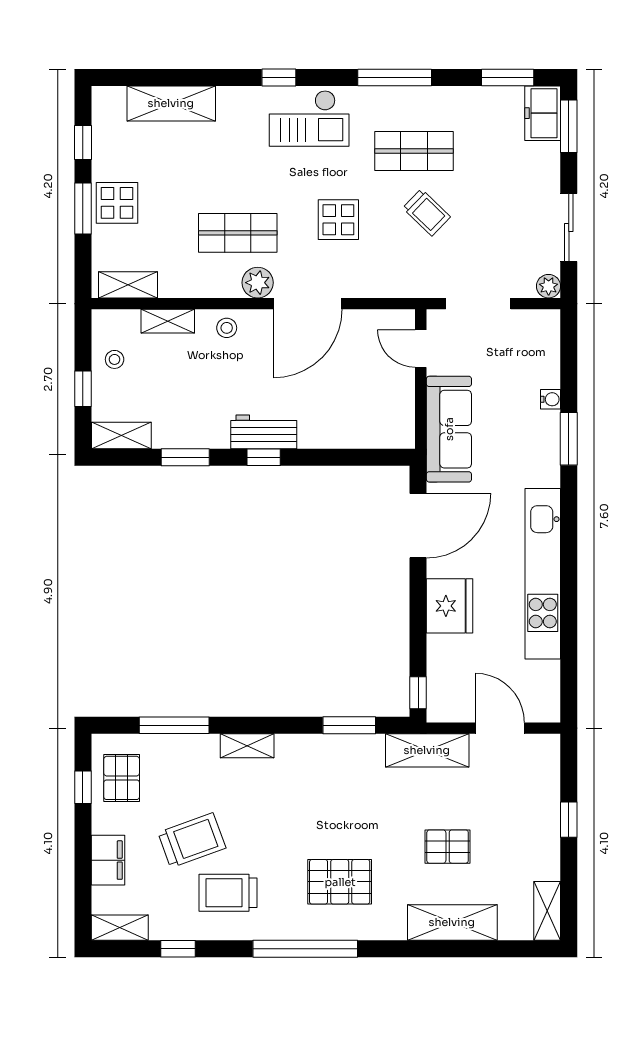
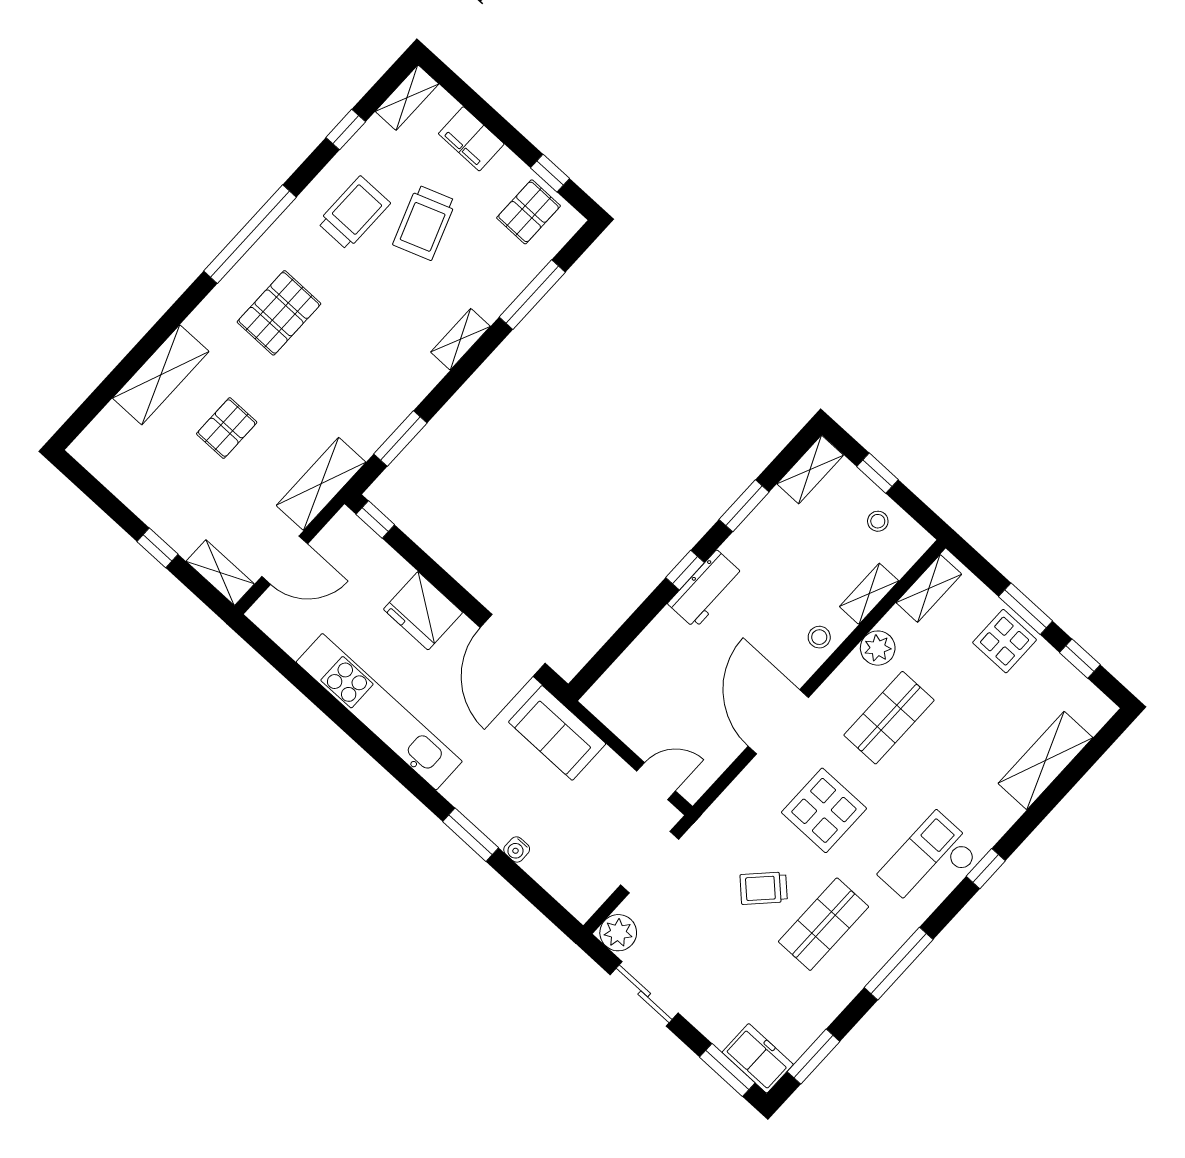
display table: (338, 220) -> (824, 810), width x1.36, depth x1.36
plant: (258, 283) -> (878, 648), moved
plant: (549, 286) -> (618, 933), width x1.38, depth x1.38
sofa: (449, 429) -> (557, 733), width x0.73
pallet: (122, 778) -> (529, 212), turned 90
shelving: (547, 911) -> (220, 573), moved

